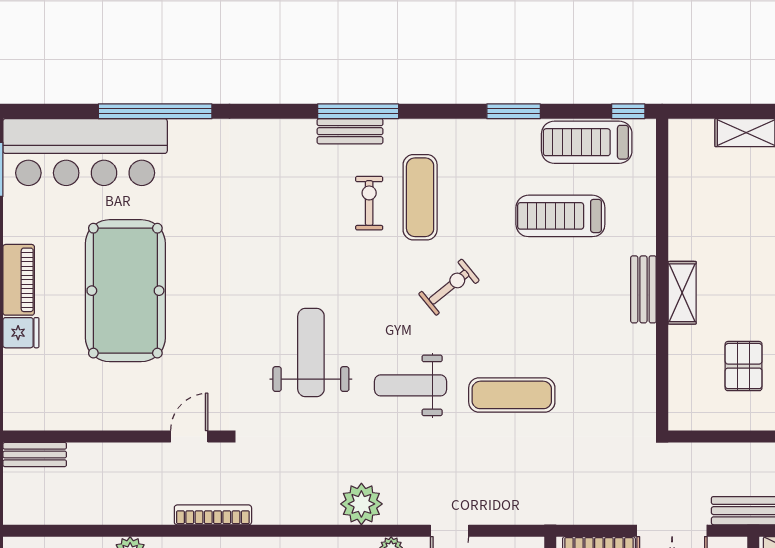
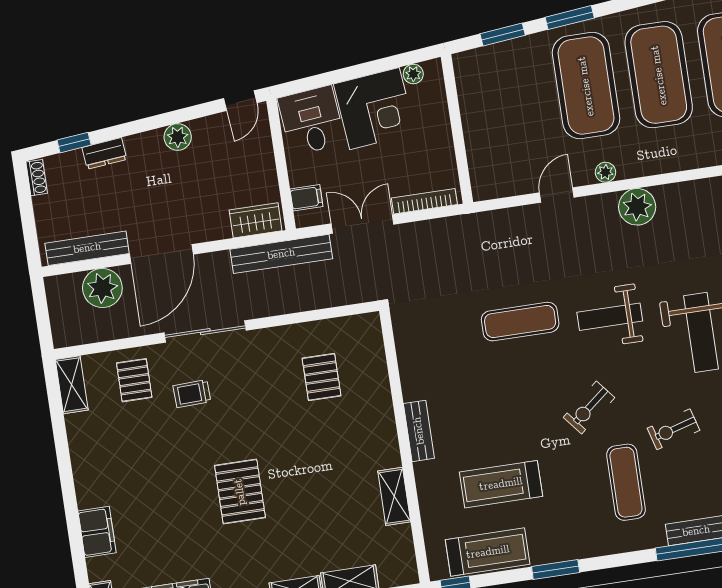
exercise bike: (369, 203) -> (673, 429), moved, turned 74
treadmill: (560, 216) -> (501, 484), turned 180
shelving: (682, 293) -> (394, 496), moved
weight bench: (410, 385) -> (610, 317), turned 180

